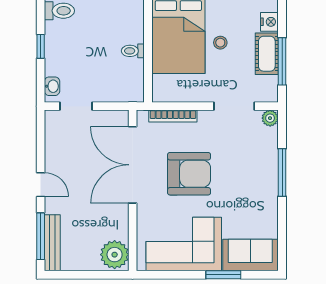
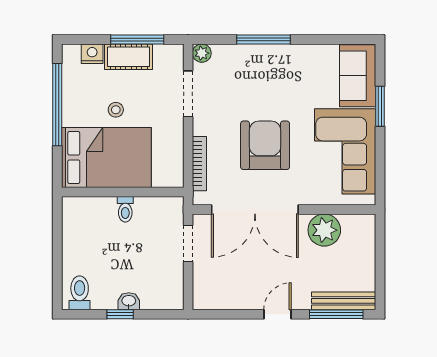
washbasin: (52, 86) -> (129, 301), moved
doorway: (76, 106) -> (188, 243), moved
plant: (115, 255) -> (324, 230), moved

